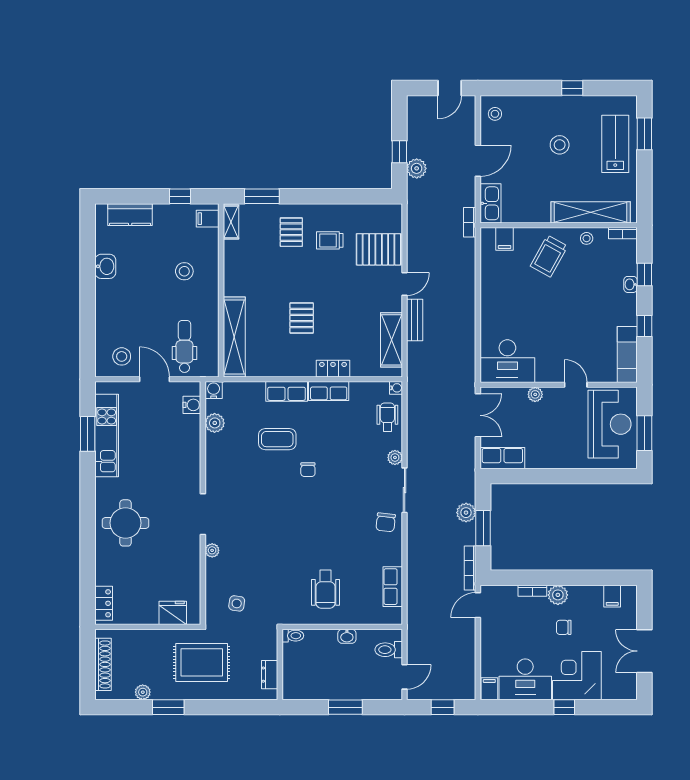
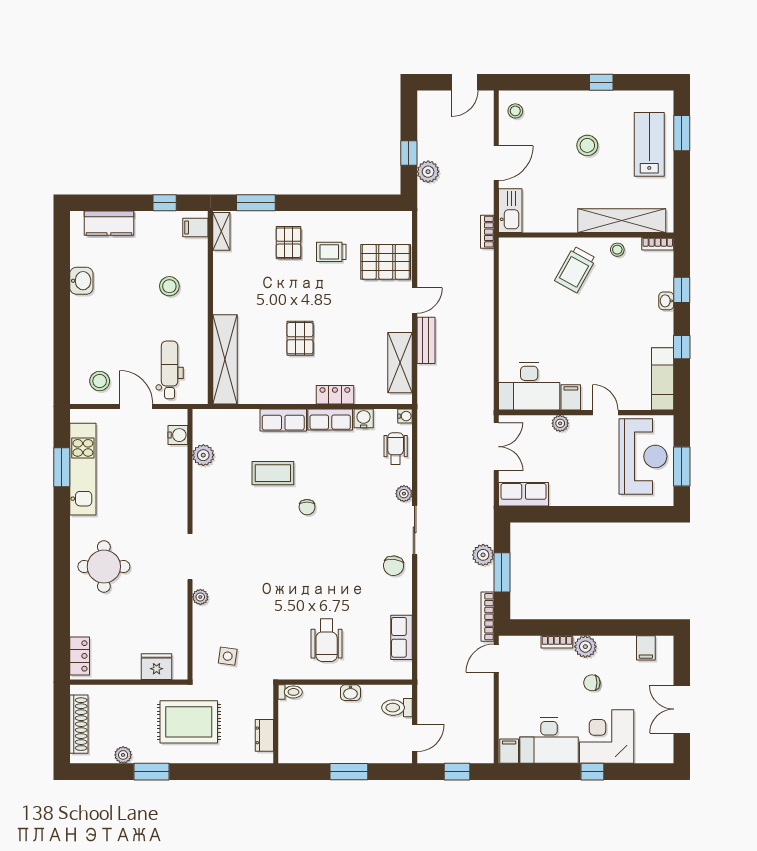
filing cabinet: (504, 239) -> (571, 397), moved, turned 180
water cooler: (214, 390) -> (364, 418), moved

